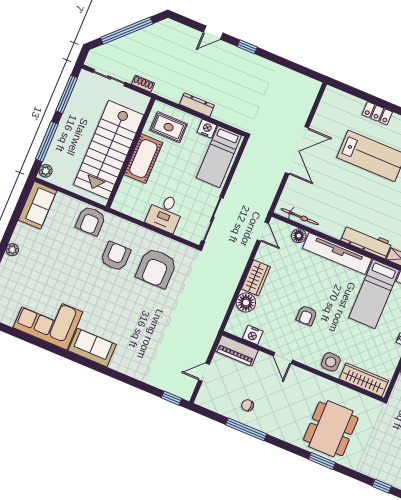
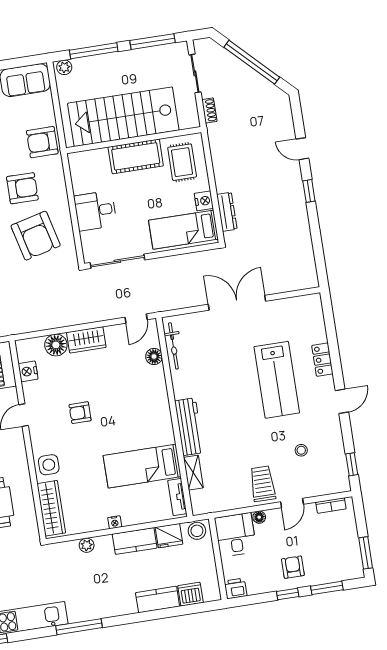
dresser: (197, 105) -> (227, 212), moved
double door: (297, 150) -> (237, 303), swing flipped
tv unit: (337, 254) -> (160, 405), removed
armchair: (156, 268) -> (36, 236), turned -104

